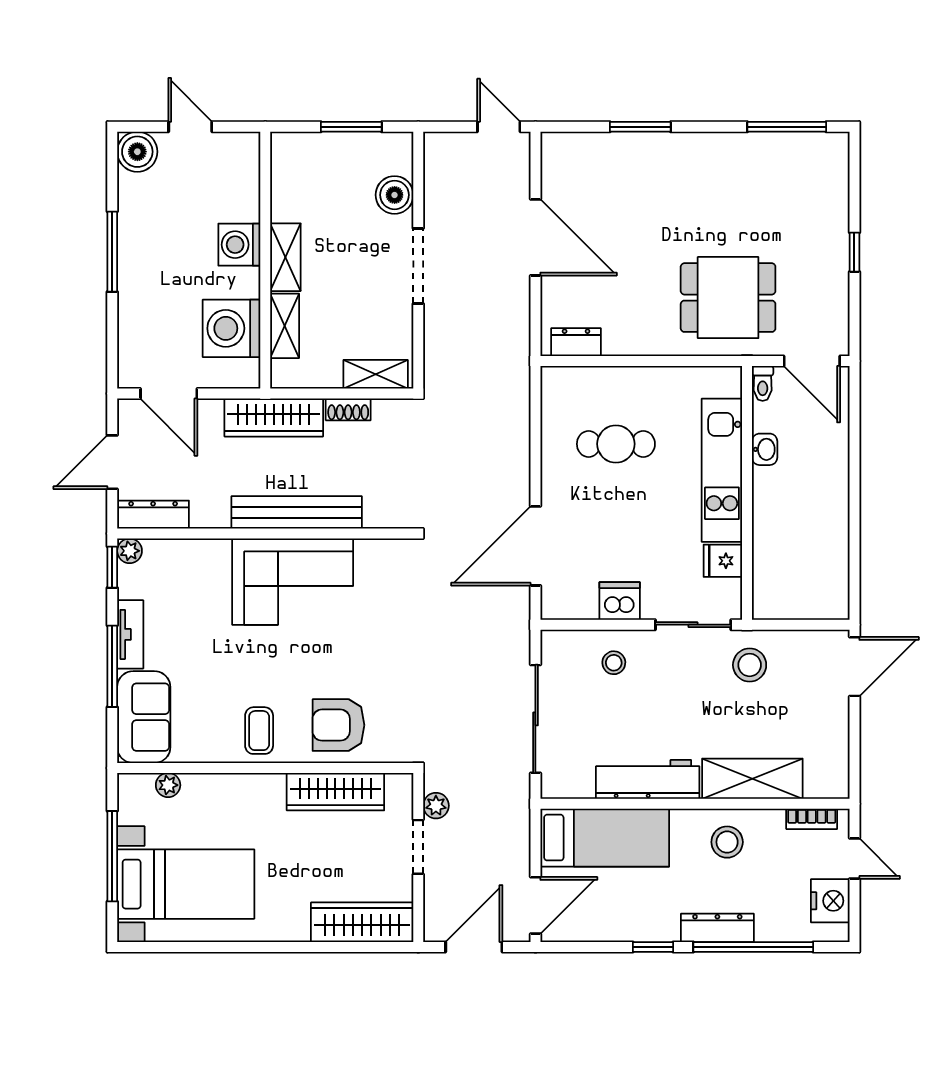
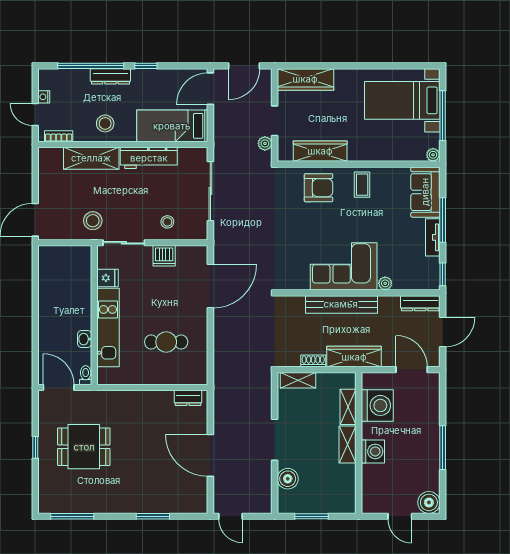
dining table: (728, 298) -> (84, 447), moved
plant: (130, 551) -> (385, 283), moved
plant: (168, 785) -> (433, 155), moved
nightstand: (830, 901) -> (44, 97), width x0.53, depth x0.56

